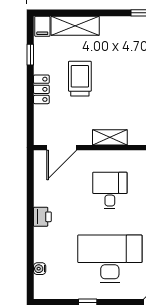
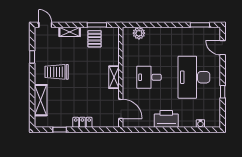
filing cabinet: (42, 26) -> (41, 122), removed
trolley: (80, 79) -> (57, 72), moved
printer: (42, 217) -> (166, 119), width x1.87, depth x1.48

